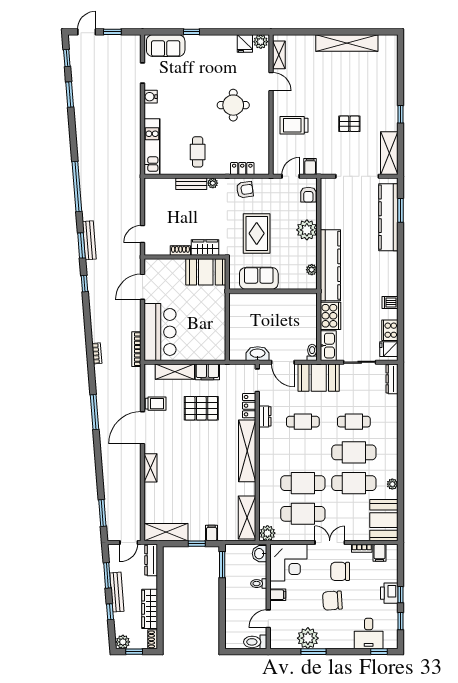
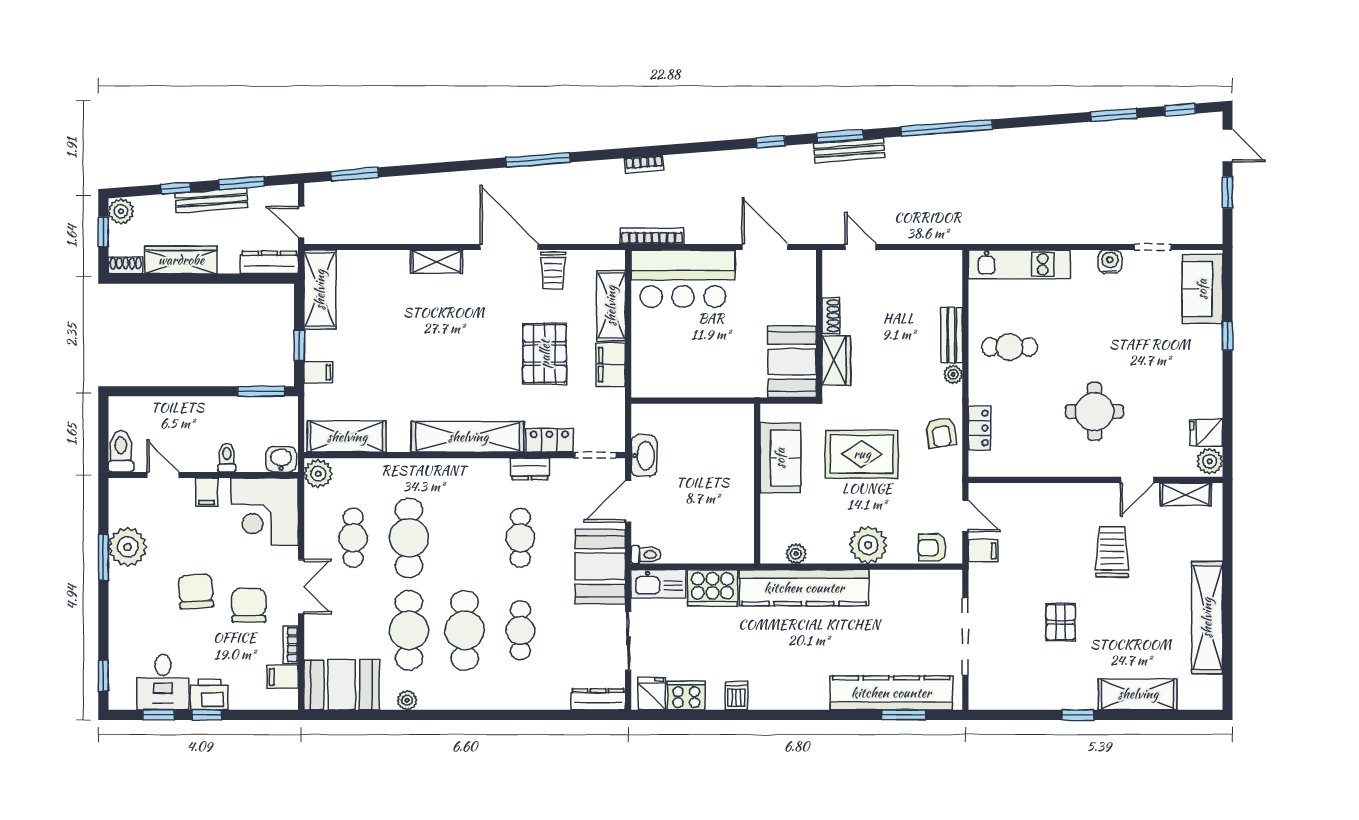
trolley: (294, 125) -> (1112, 552), moved
shelving: (389, 153) -> (1138, 694), moved
cafe table: (303, 514) -> (353, 538), width x0.73, depth x0.74
desk: (369, 634) -> (163, 682), moved, turned -90

